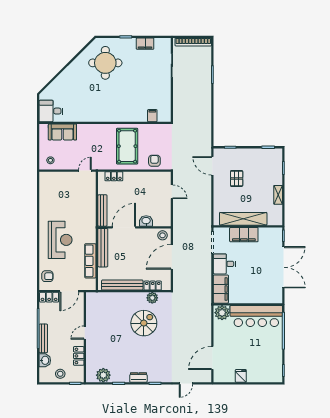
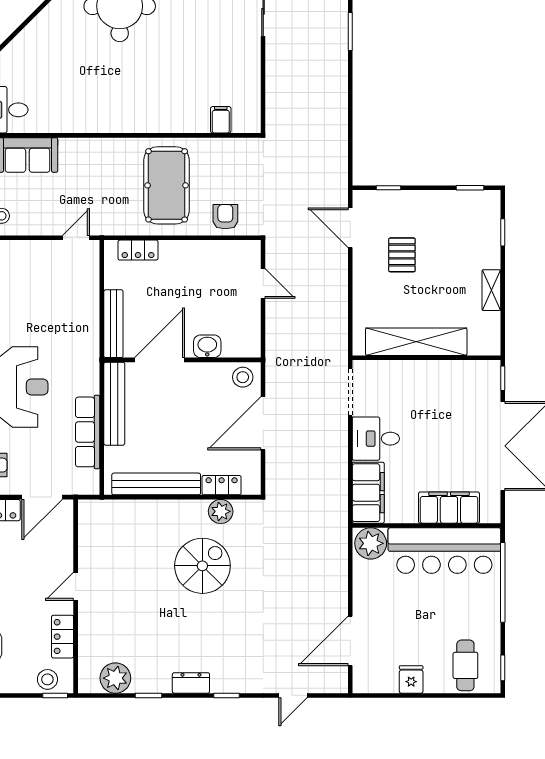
filing cabinet: (244, 235) -> (449, 508), moved, turned 180
cafe table: (266, 369) -> (465, 665), added
stool: (60, 374) -> (47, 679), moved

